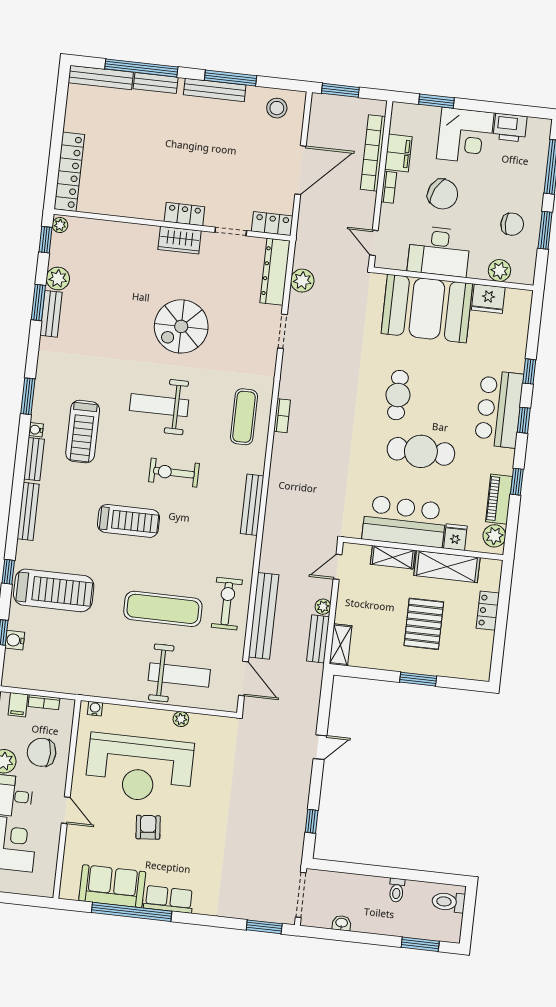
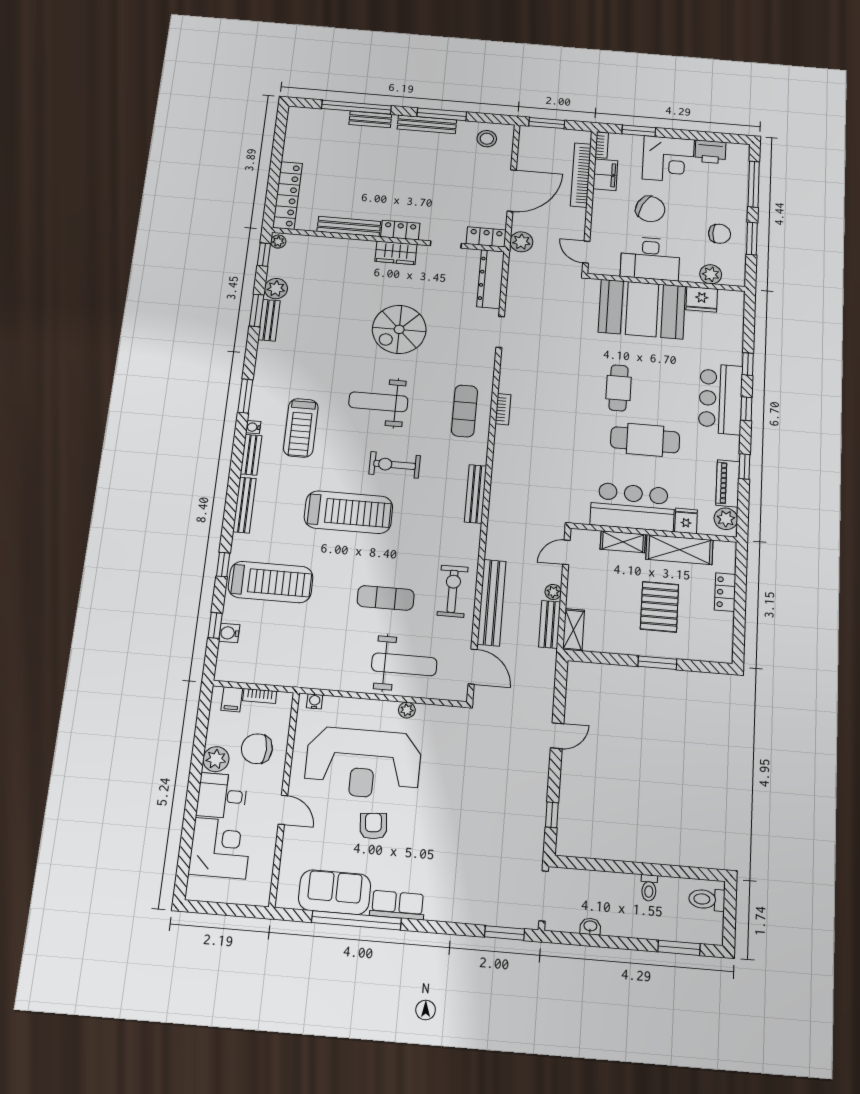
bench: (101, 77) -> (349, 226), moved
bookcase: (389, 187) -> (602, 145), moved
plant: (302, 281) -> (521, 242), moved
treadmill: (128, 521) -> (348, 512), width x1.37, depth x1.38
exercise mat: (163, 609) -> (386, 598), width x0.73, depth x0.69

